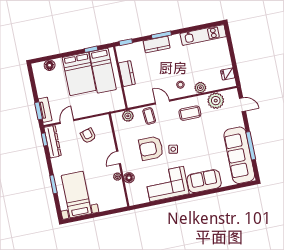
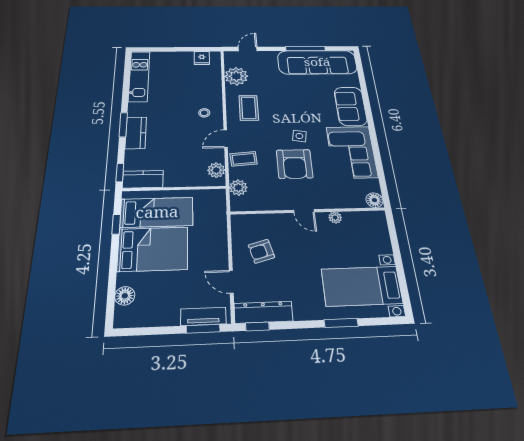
kitchen counter: (127, 74) -> (143, 179), moved
plant: (200, 88) -> (216, 170), moved
floor lamp: (129, 178) -> (374, 200), moved

